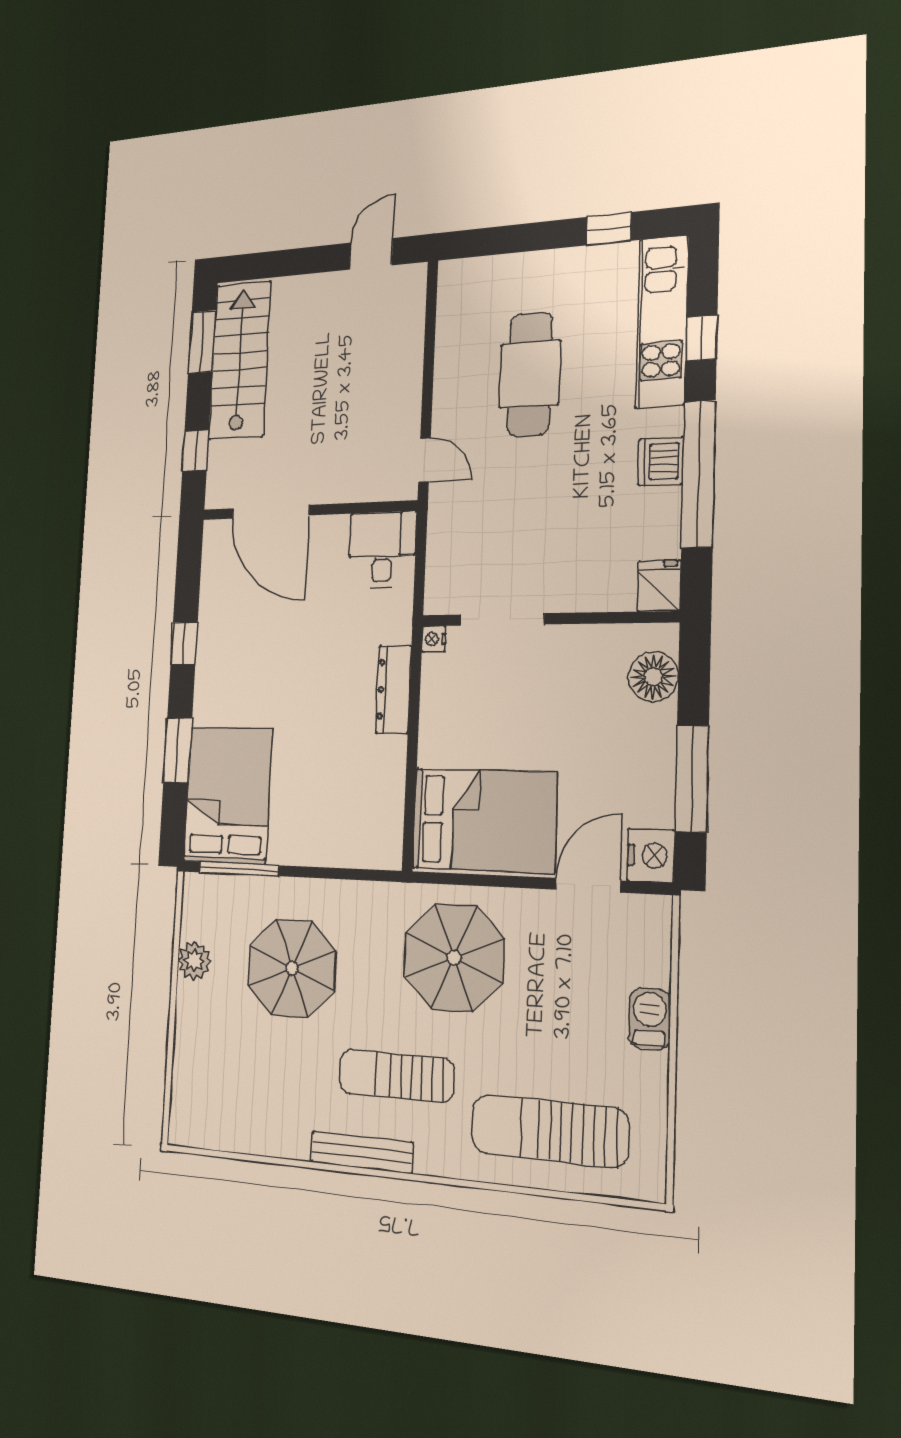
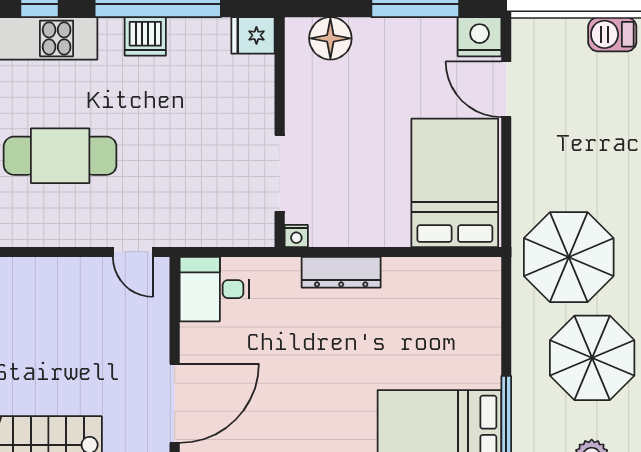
door: (425, 460) -> (133, 252), swing flipped
parasol: (454, 957) -> (569, 257), moved

